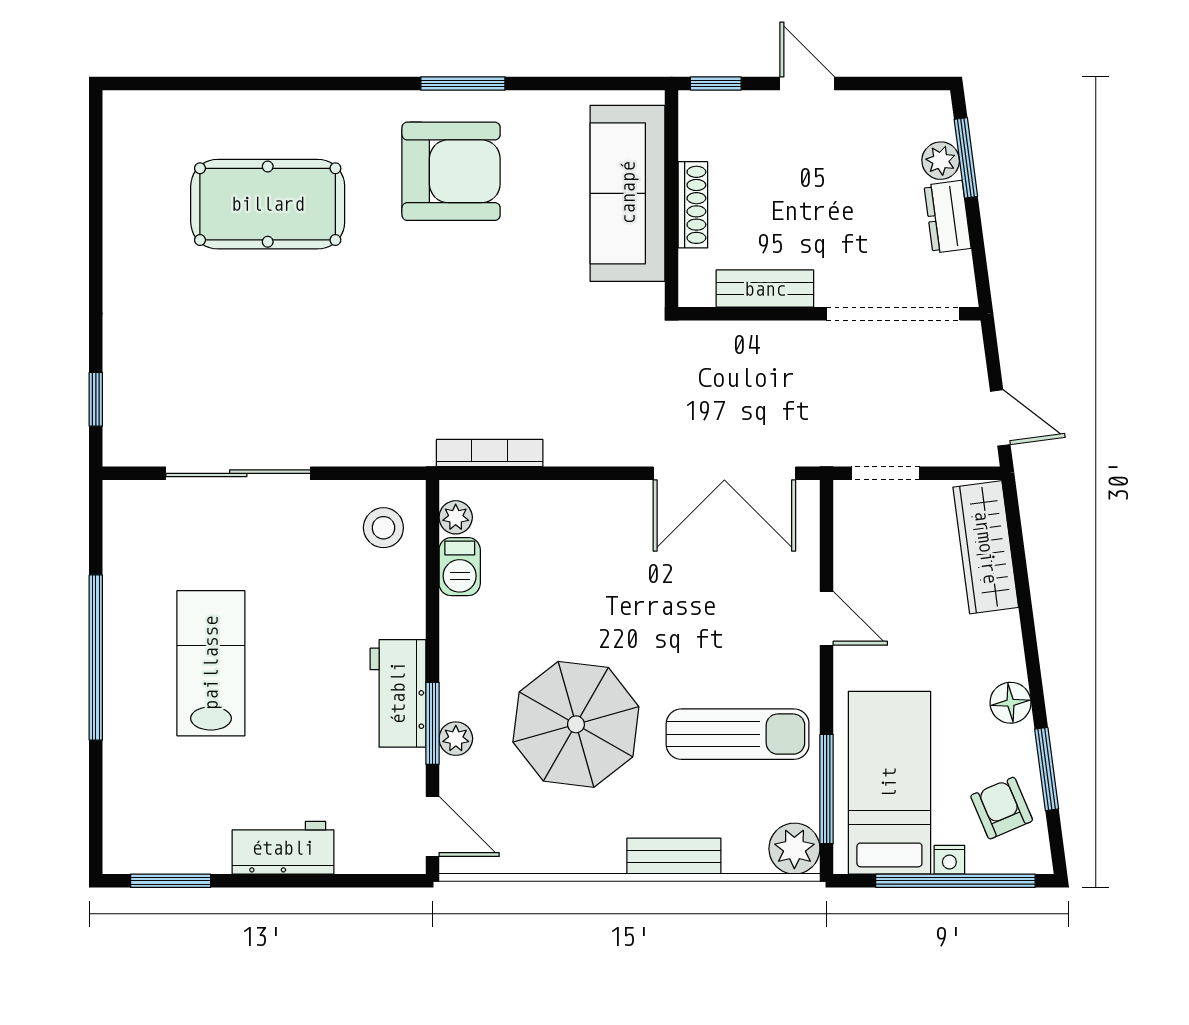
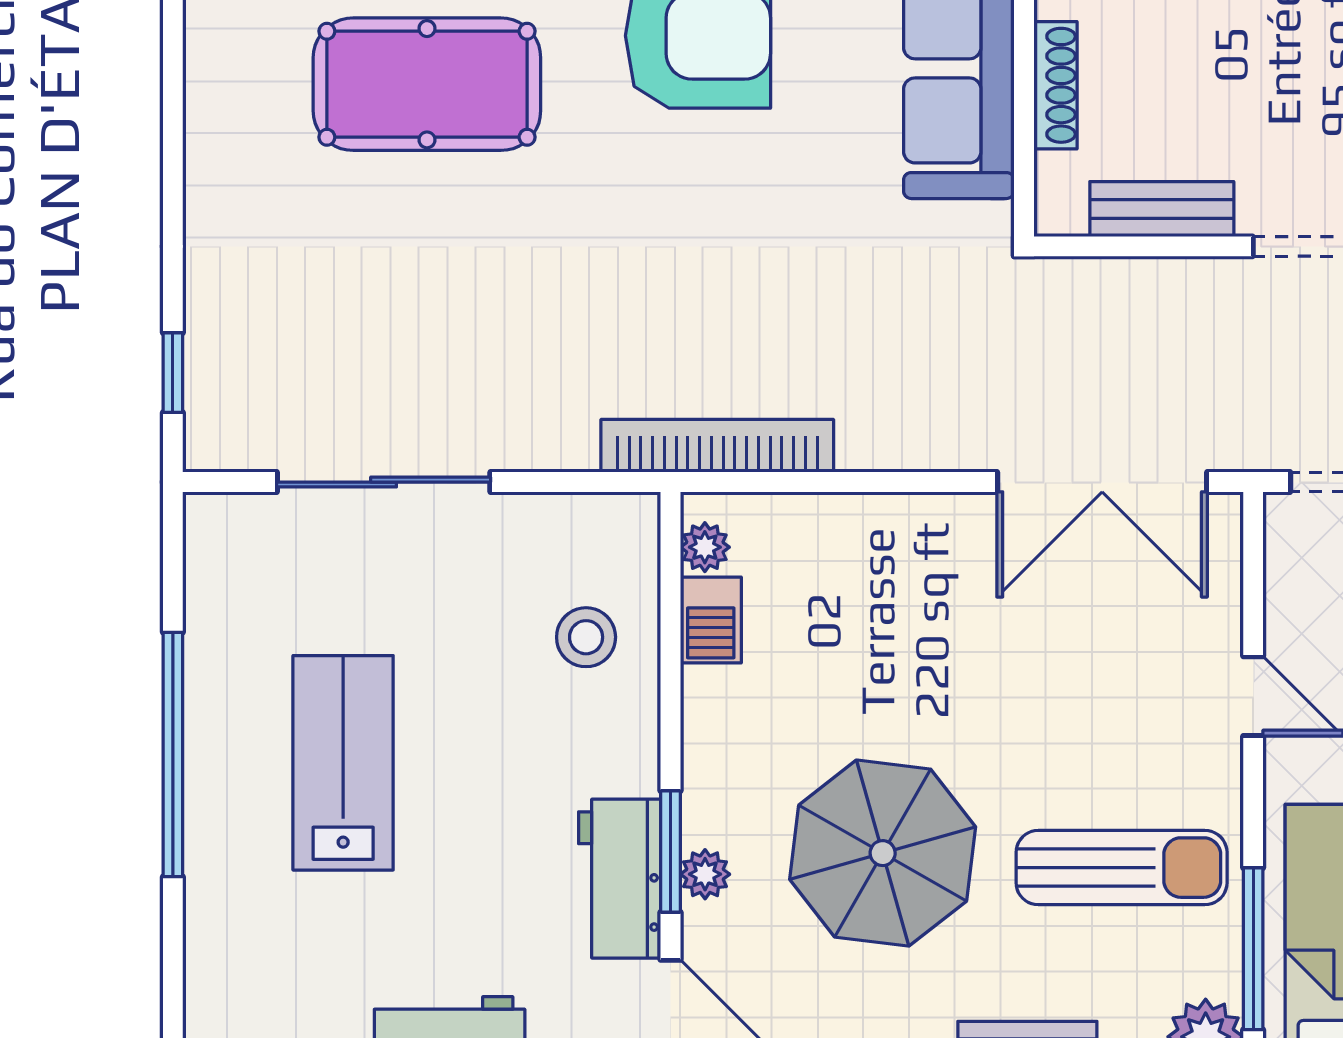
bookcase: (490, 453) -> (717, 446), width x1.48, depth x1.31
stool: (383, 528) -> (586, 637), moved
workbench: (398, 693) -> (620, 879), moved

